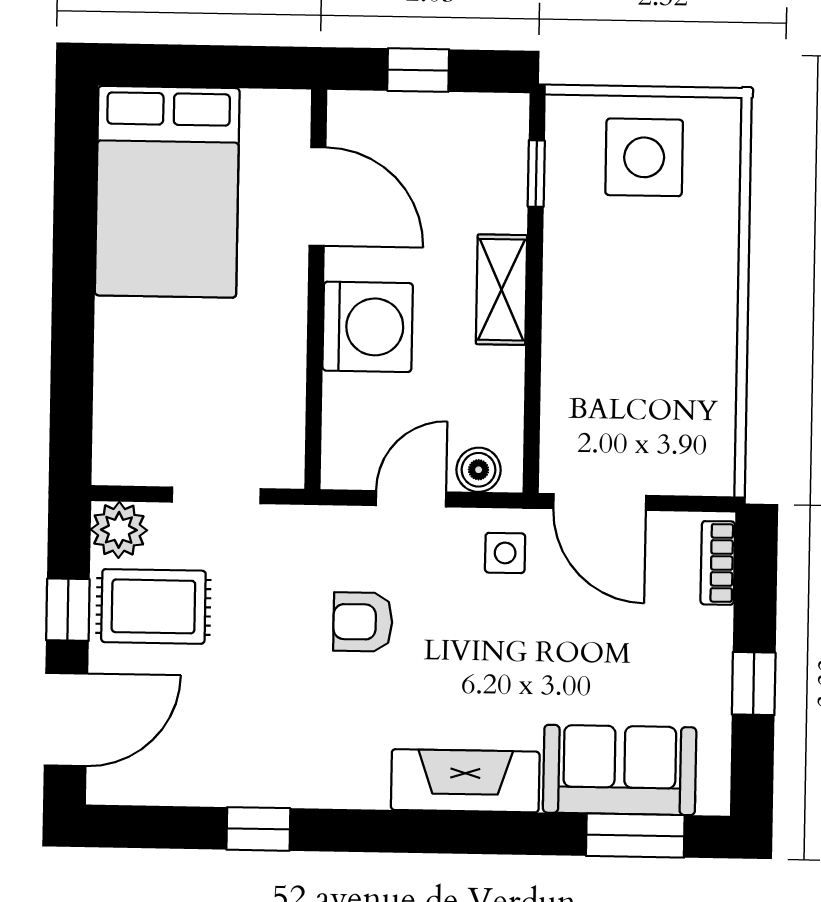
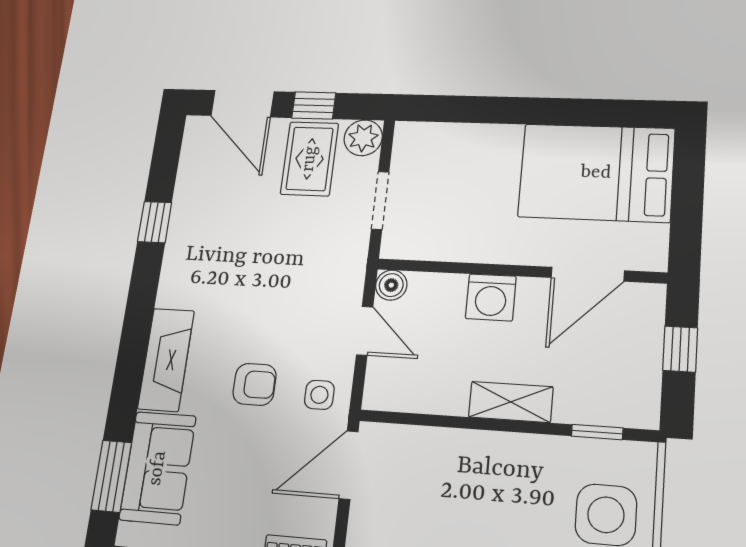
washing machine: (368, 327) -> (491, 297), width x0.73, depth x0.73
boiler: (479, 470) -> (391, 285), moved
armchair: (363, 622) -> (255, 384), moved, turned 90

